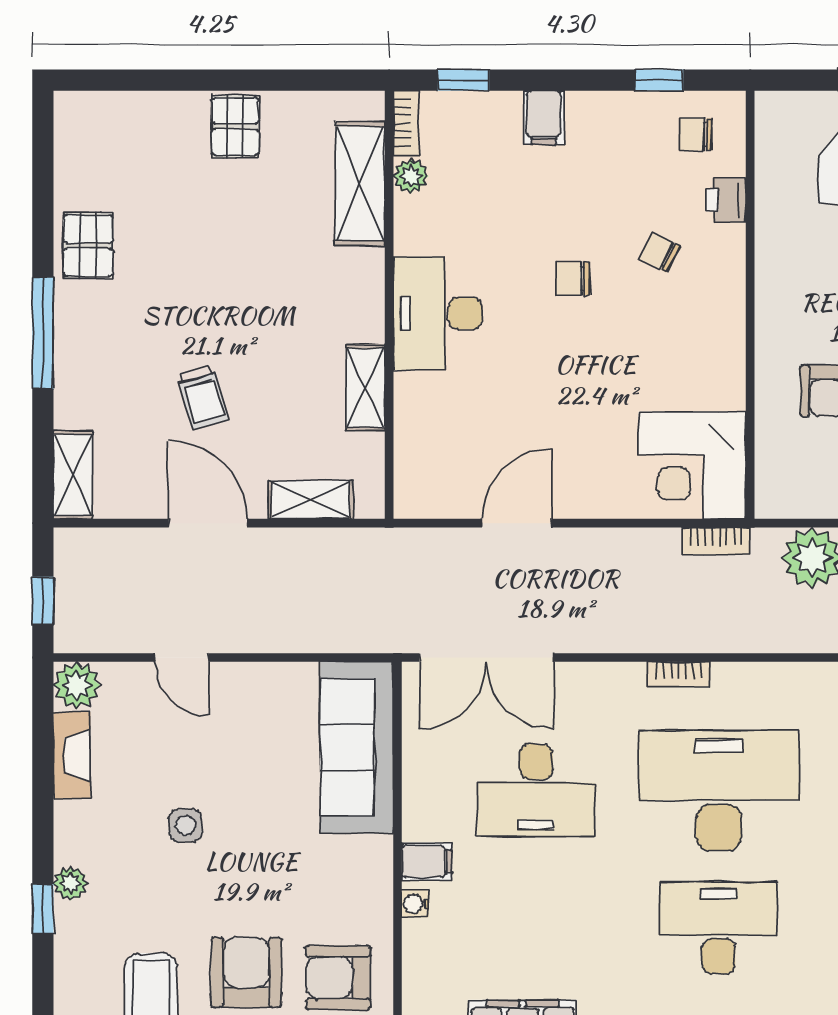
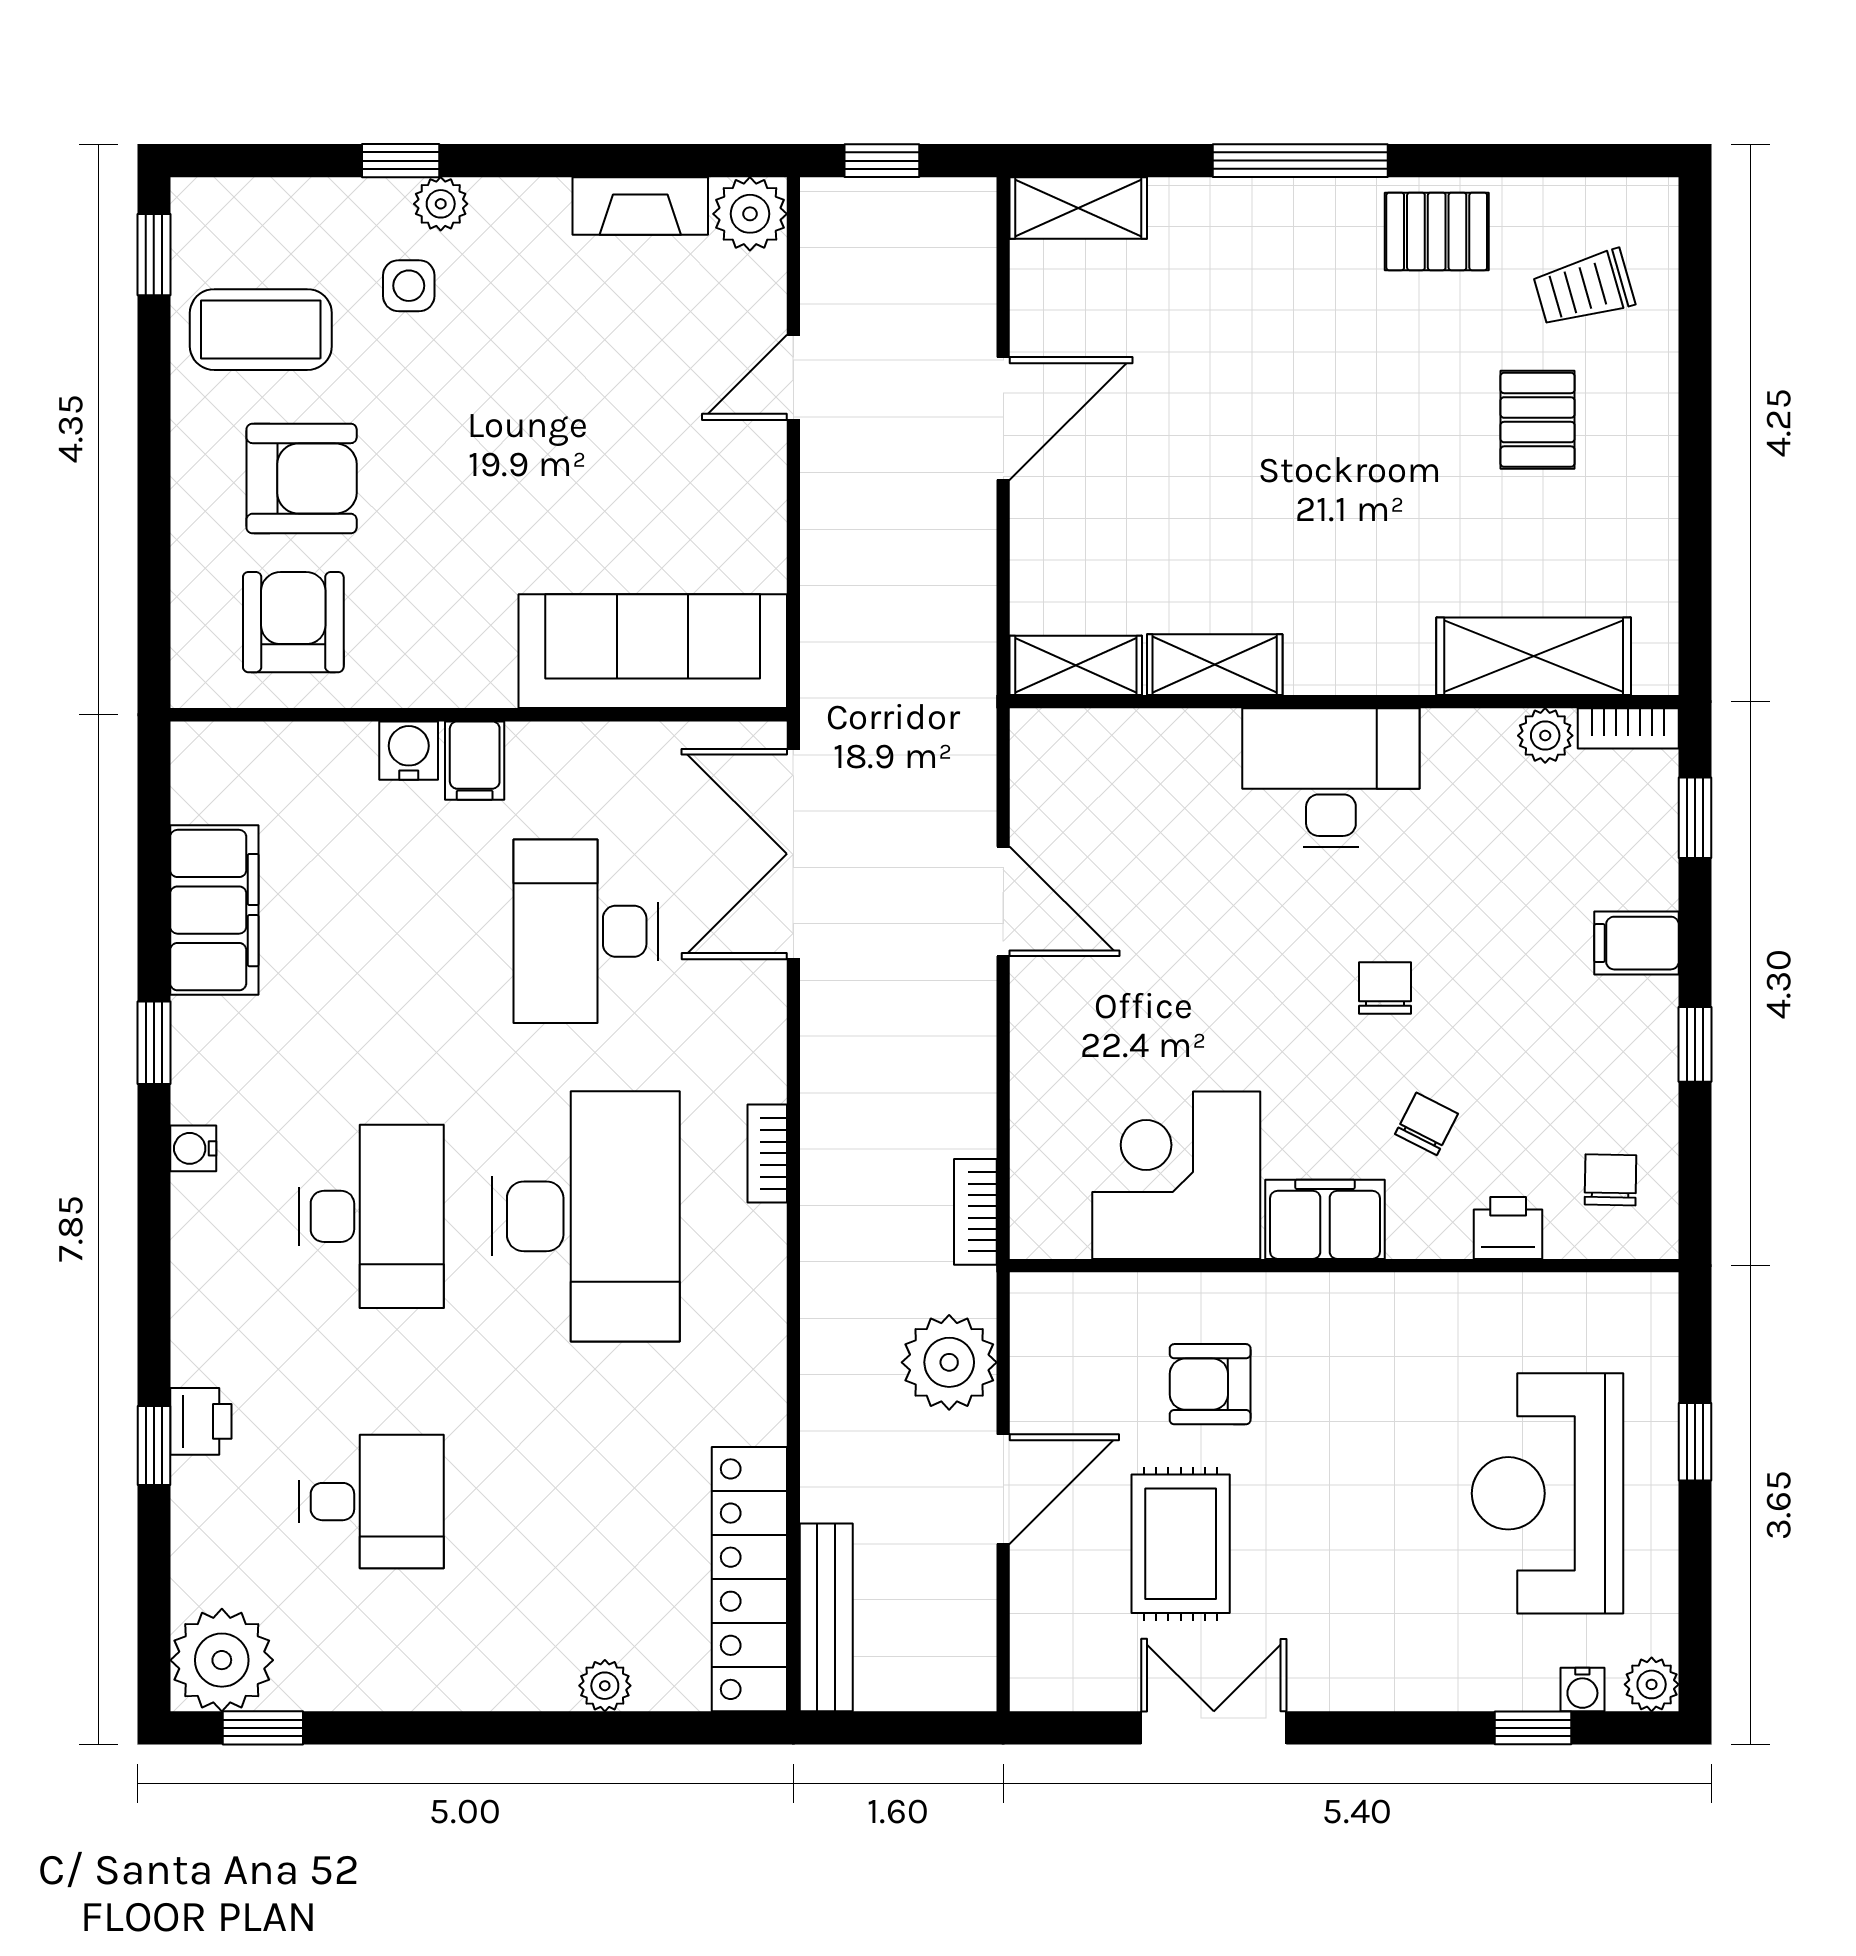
window: (659, 80) -> (1695, 1044), moved
pallet: (235, 126) -> (1538, 420), moved, turned 90
filing cabinet: (721, 317) -> (1325, 1219), added
trolley: (203, 397) -> (1584, 288), moved
corner desk: (692, 465) -> (1176, 1175), moved
shelving: (311, 500) -> (1076, 665), moved, turned 90
side table: (185, 825) -> (409, 286), moved
water cooler: (415, 904) -> (409, 751), width x1.38, depth x1.38

